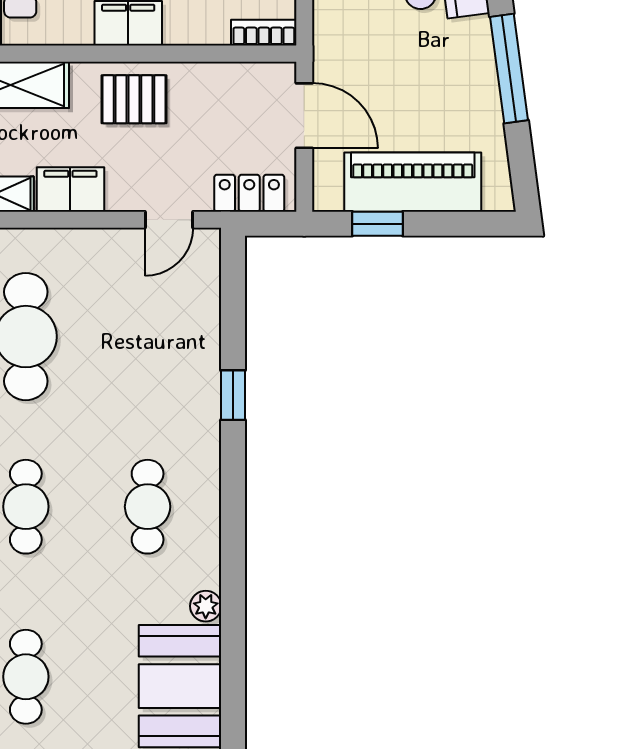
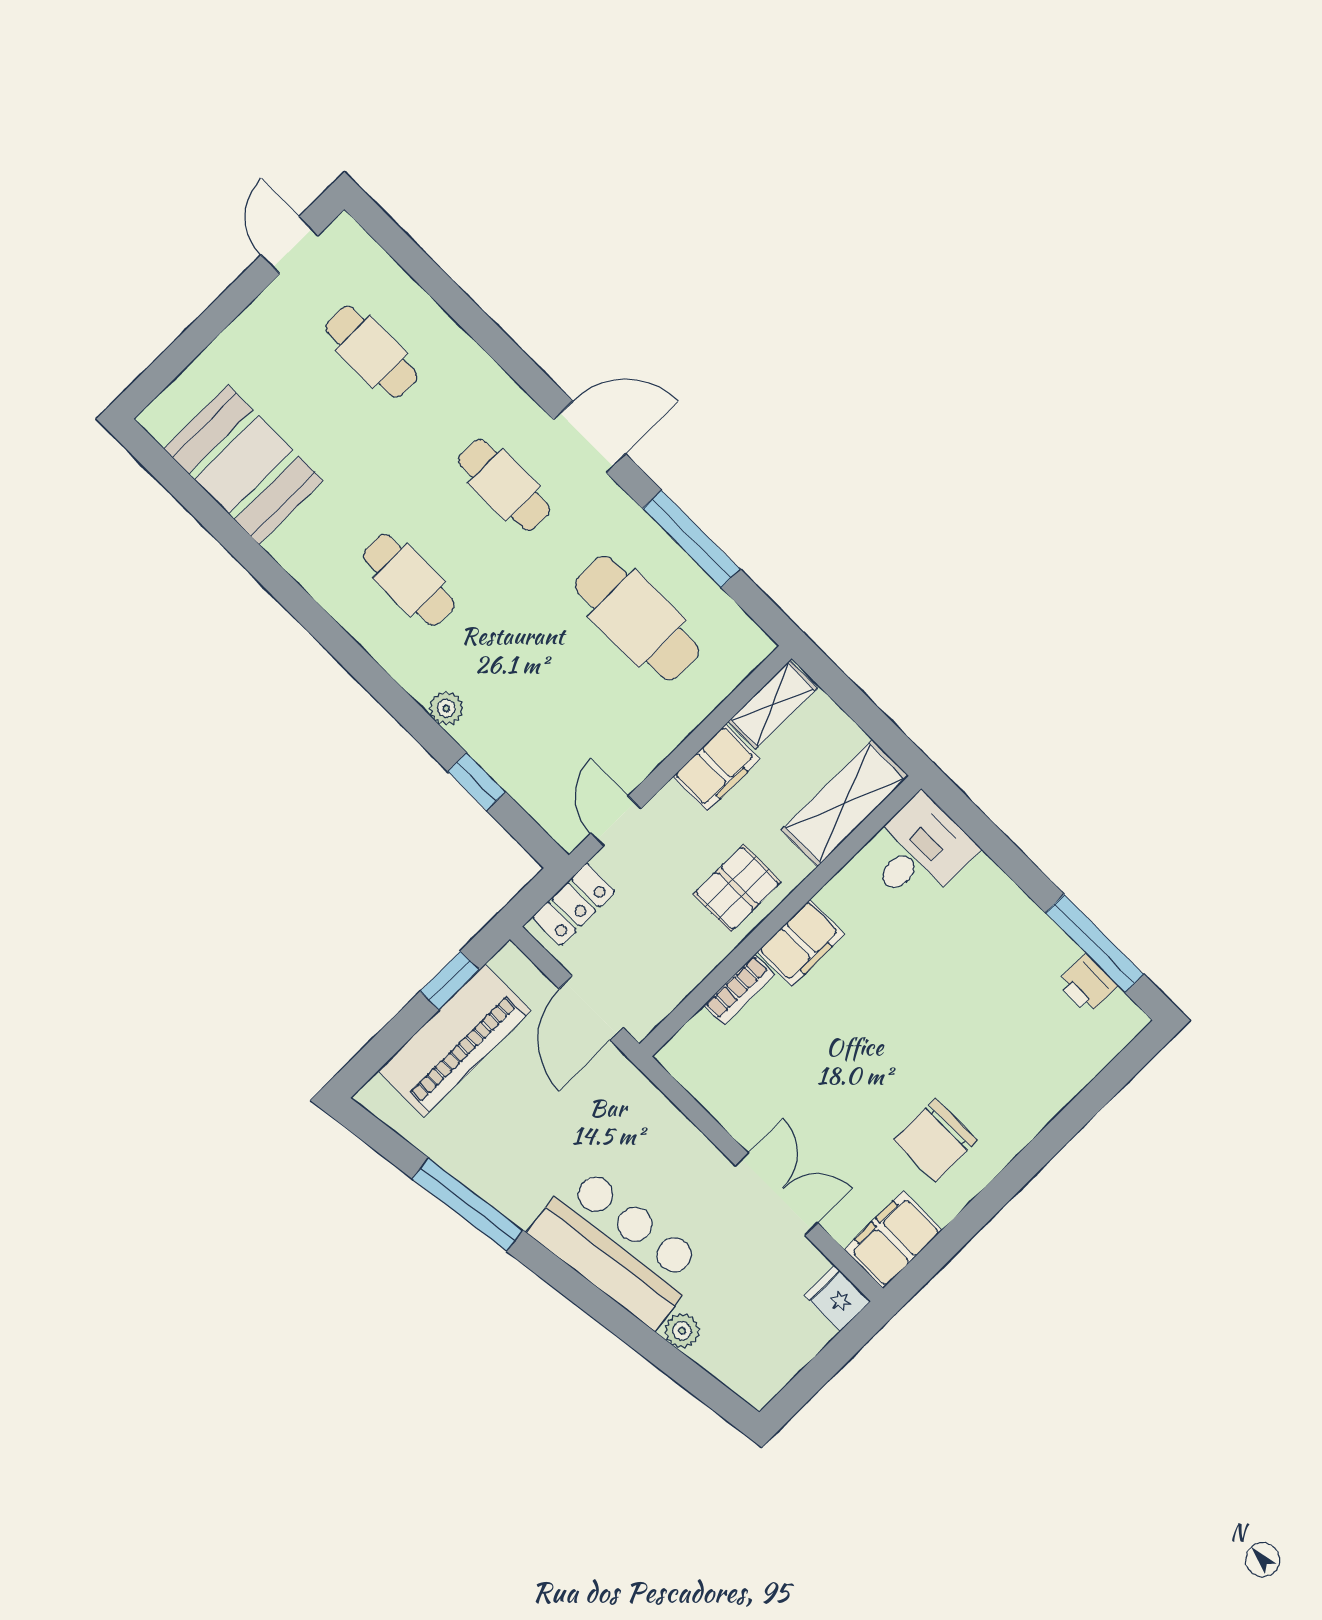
bookcase: (264, 33) -> (739, 990), moved
door: (304, 116) -> (591, 1008), hinge flipped
window: (233, 395) -> (477, 782), moved
plant: (206, 606) -> (446, 708), moved

